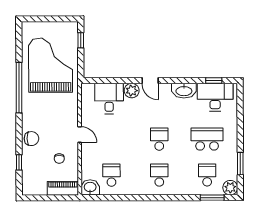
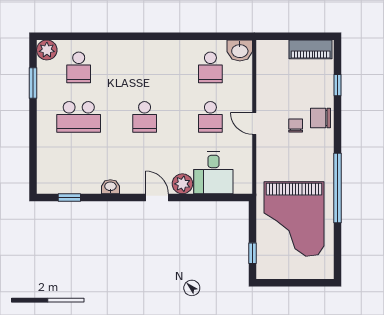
washbasin: (184, 91) -> (110, 187), width x0.52, depth x0.69
desk: (215, 97) -> (68, 175), removed
chair: (59, 159) -> (296, 126), moved
school desk: (159, 175) -> (210, 117), moved
piano: (63, 188) -> (311, 49), moved
window: (212, 198) -> (72, 36), removed

